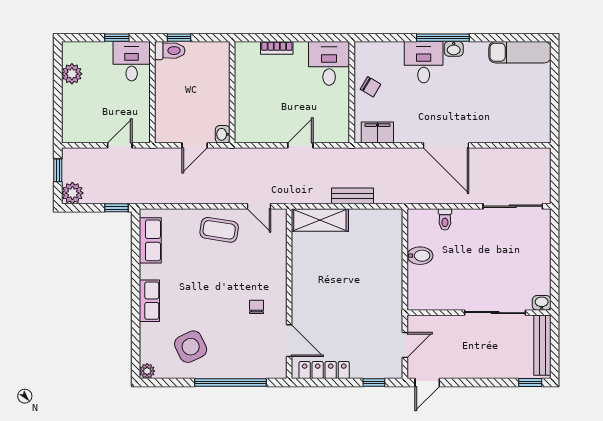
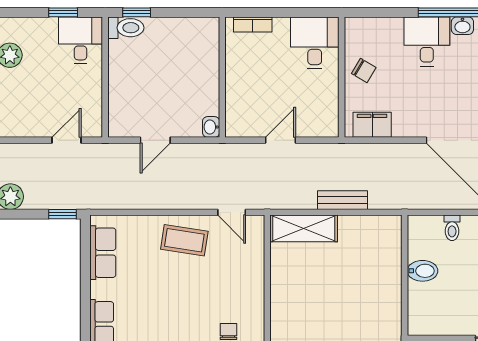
wall: (232, 92) -> (222, 77), moved
washbasin: (223, 134) -> (211, 127), moved

